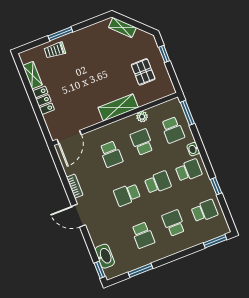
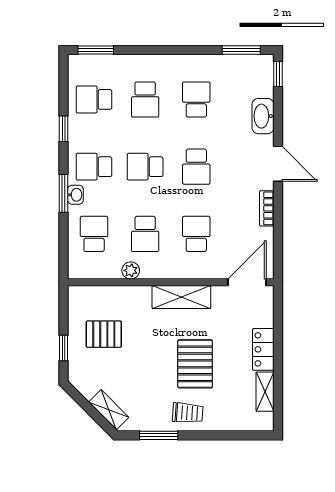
window: (60, 34) -> (159, 435), moved
trolley: (55, 50) -> (188, 413), moved
pallet: (143, 72) -> (104, 334), turned 90
pallet: (81, 76) -> (195, 364), added
shelving: (118, 107) -> (181, 297), moved
window: (187, 113) -> (63, 193), moved
school desk: (127, 195) -> (196, 167), turned 90
washbasin: (105, 256) -> (263, 116), moved
window: (140, 270) -> (241, 50), moved

